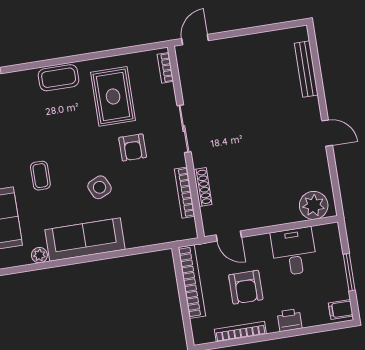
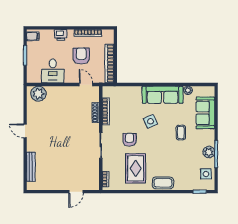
door: (195, 40) -> (76, 192), moved

